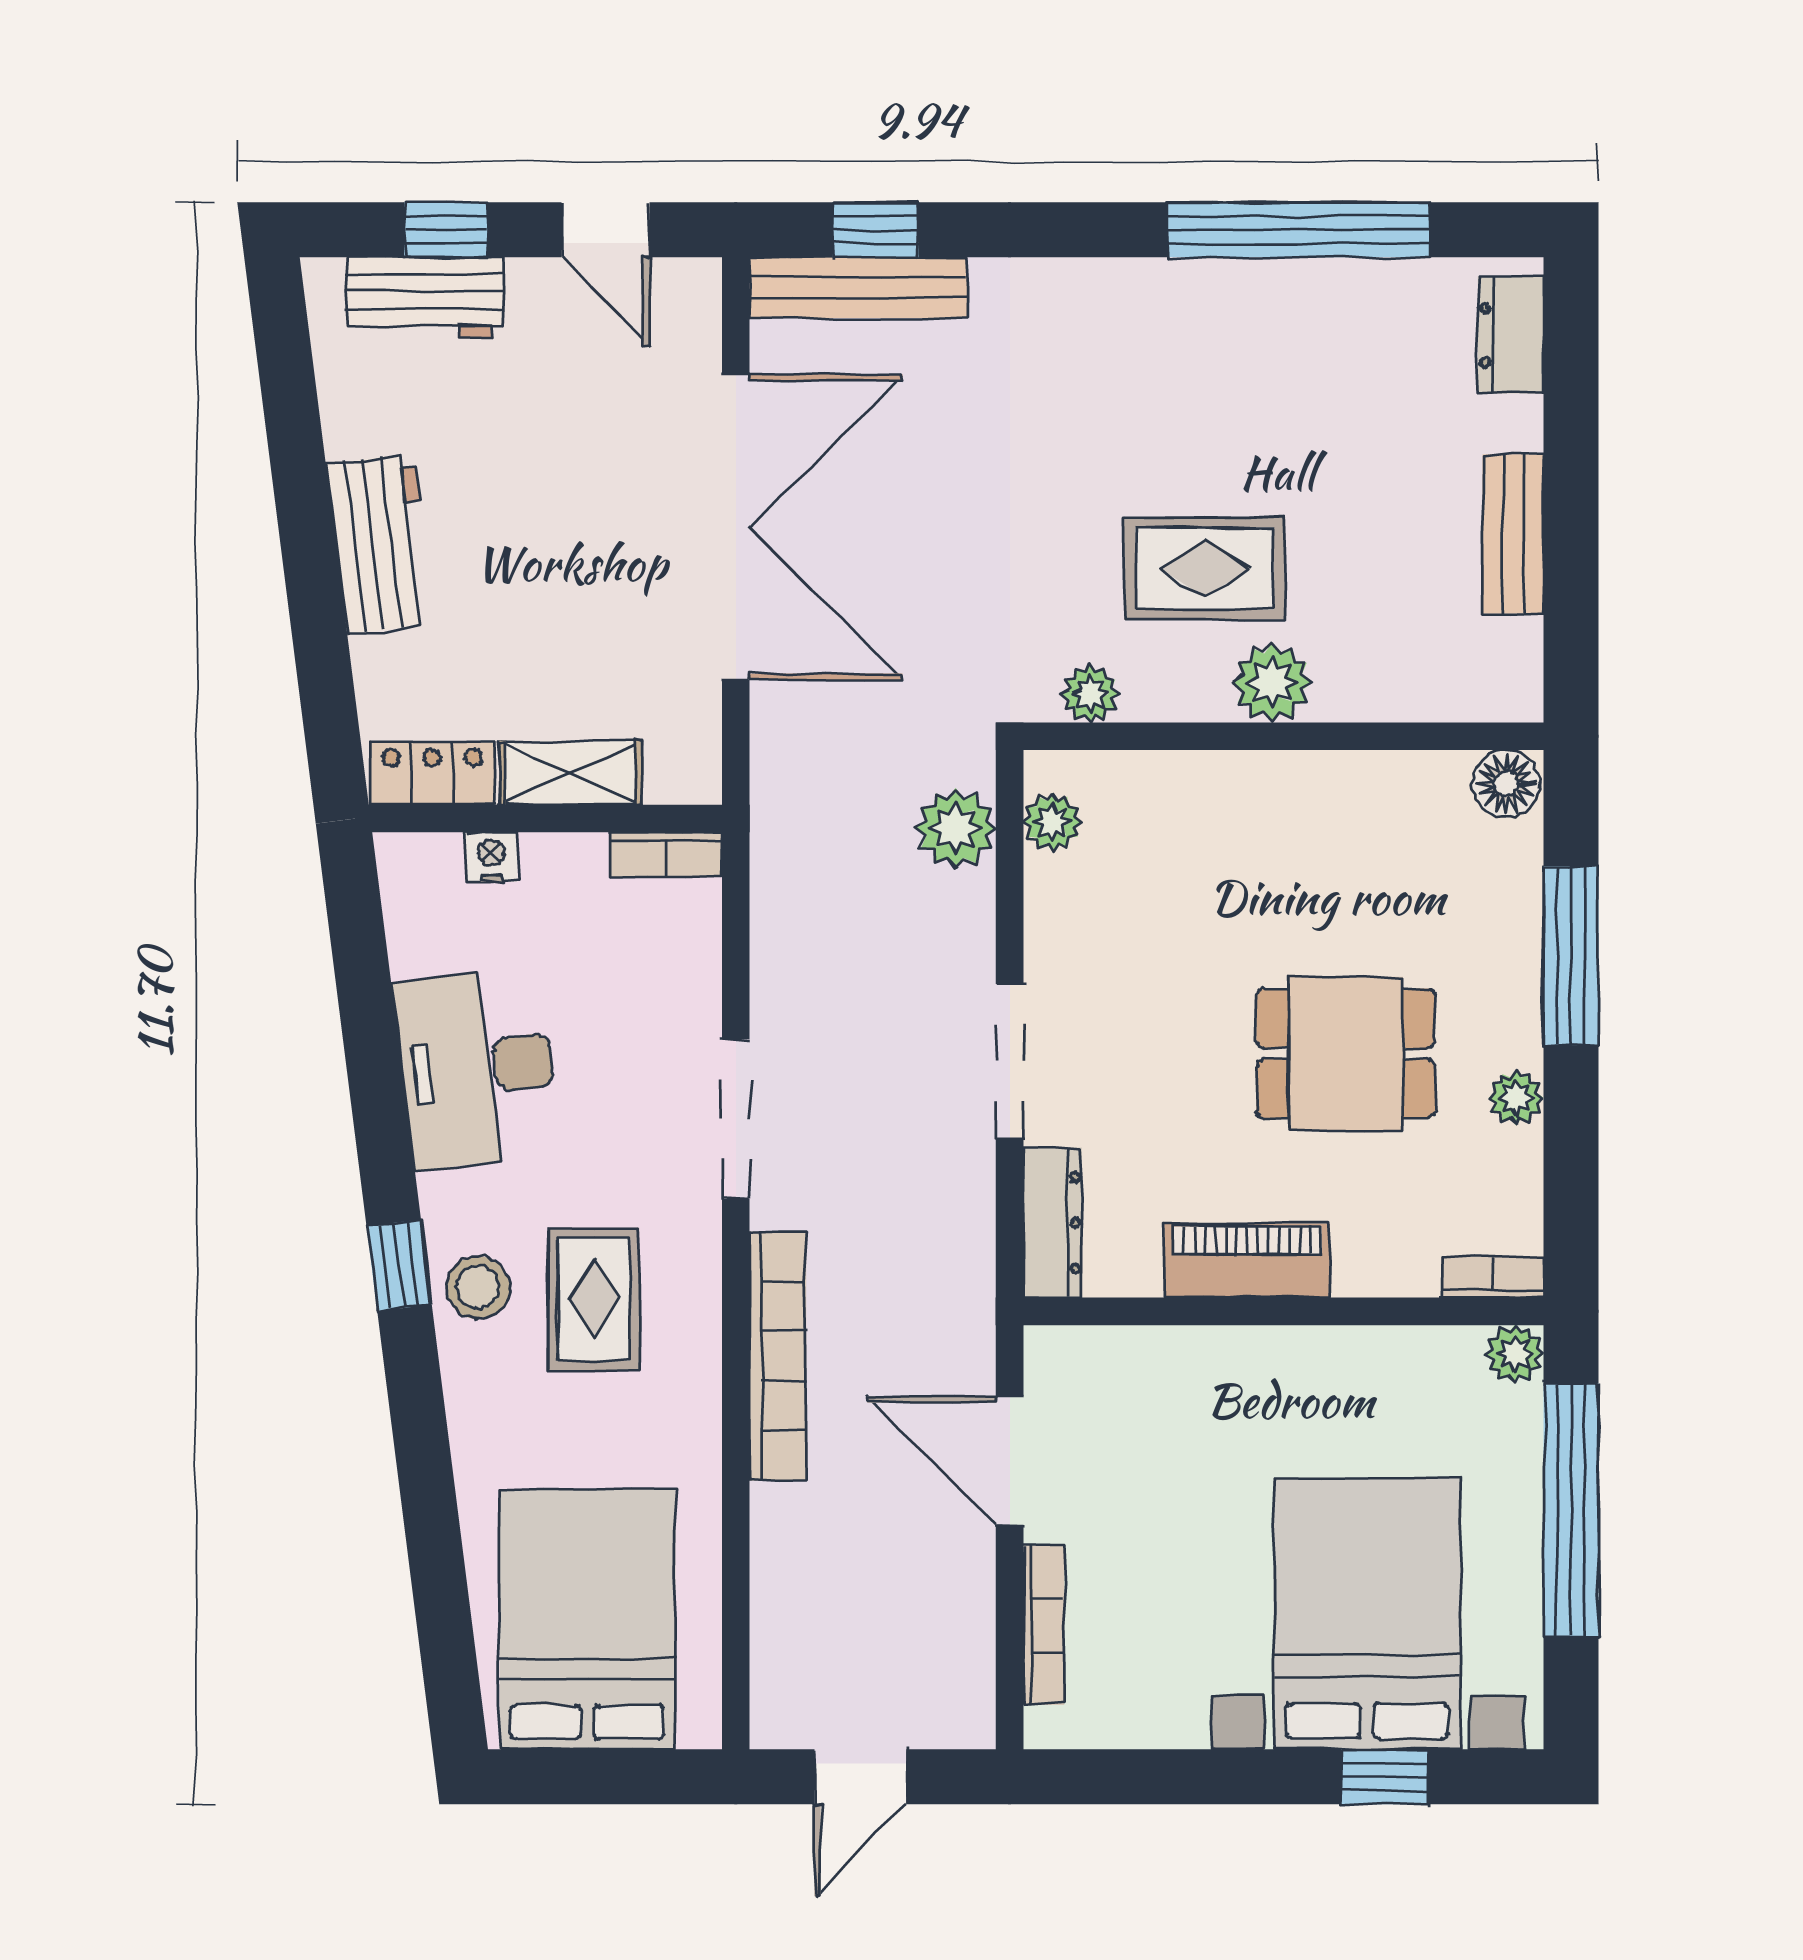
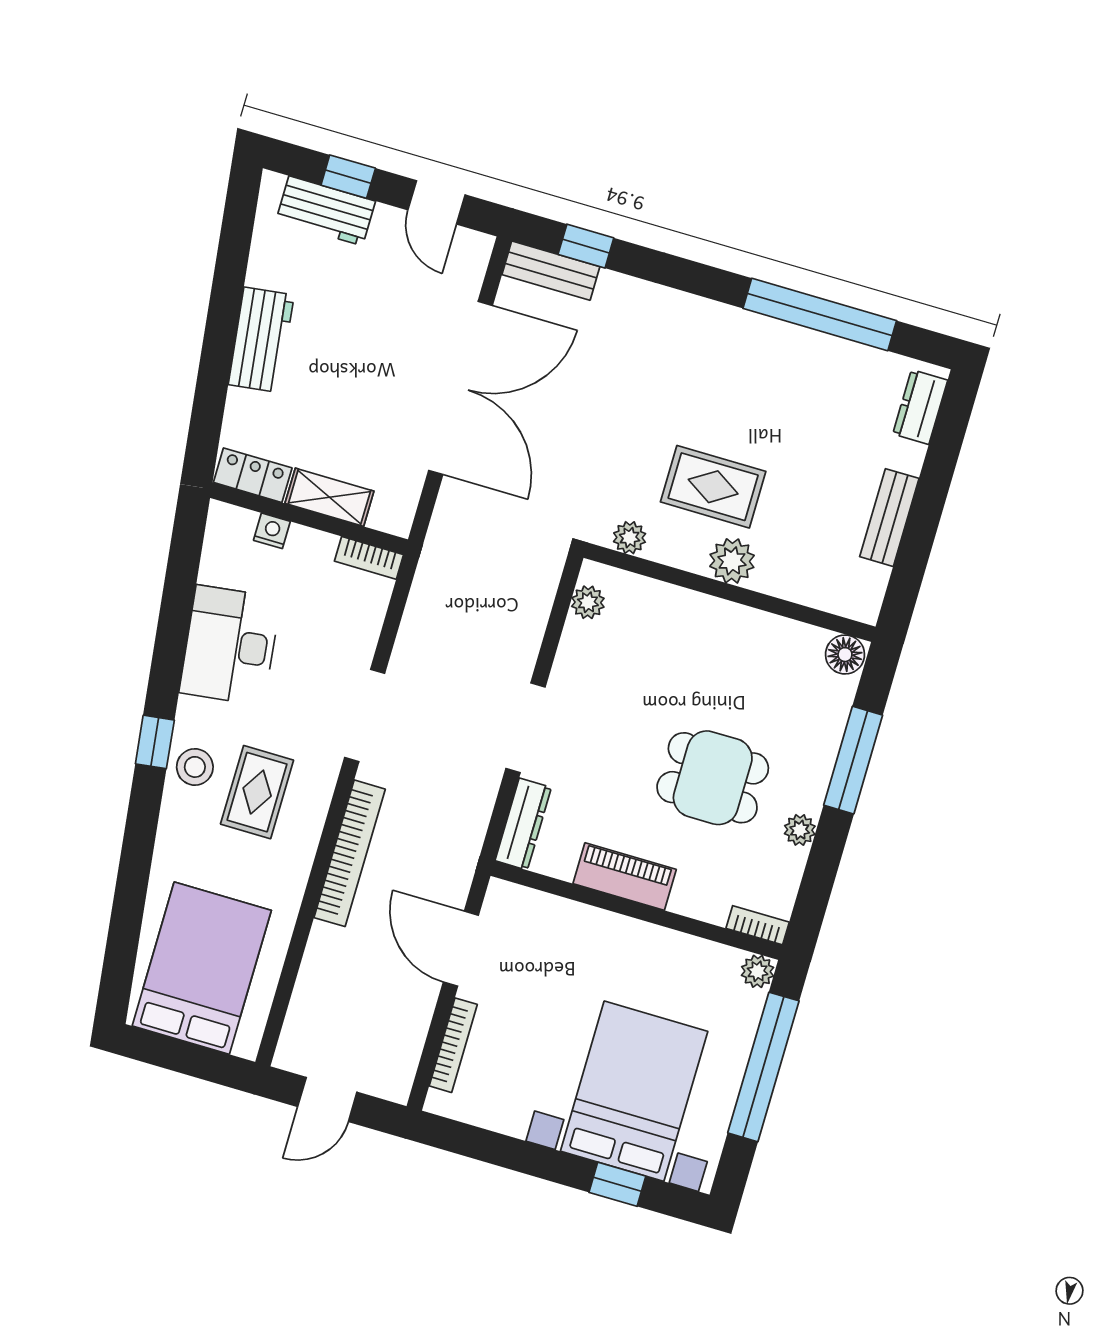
bench: (858, 288) -> (551, 271), width x0.73
plant: (956, 828) -> (533, 590), removed

